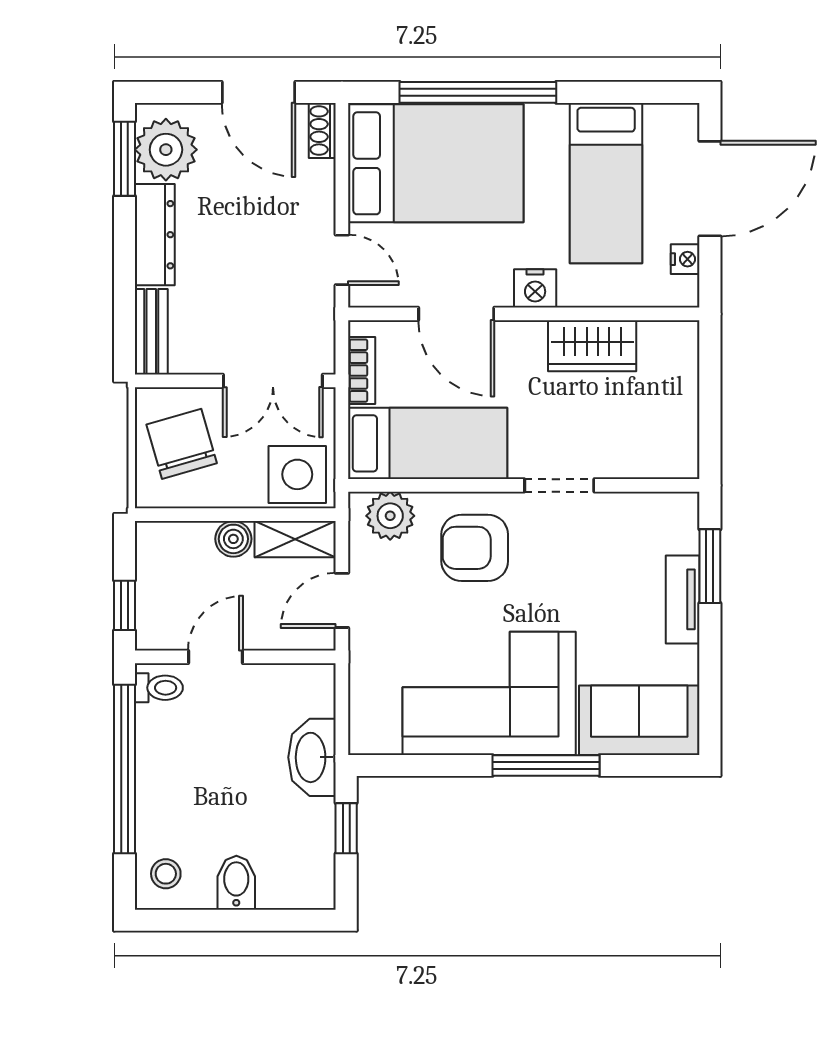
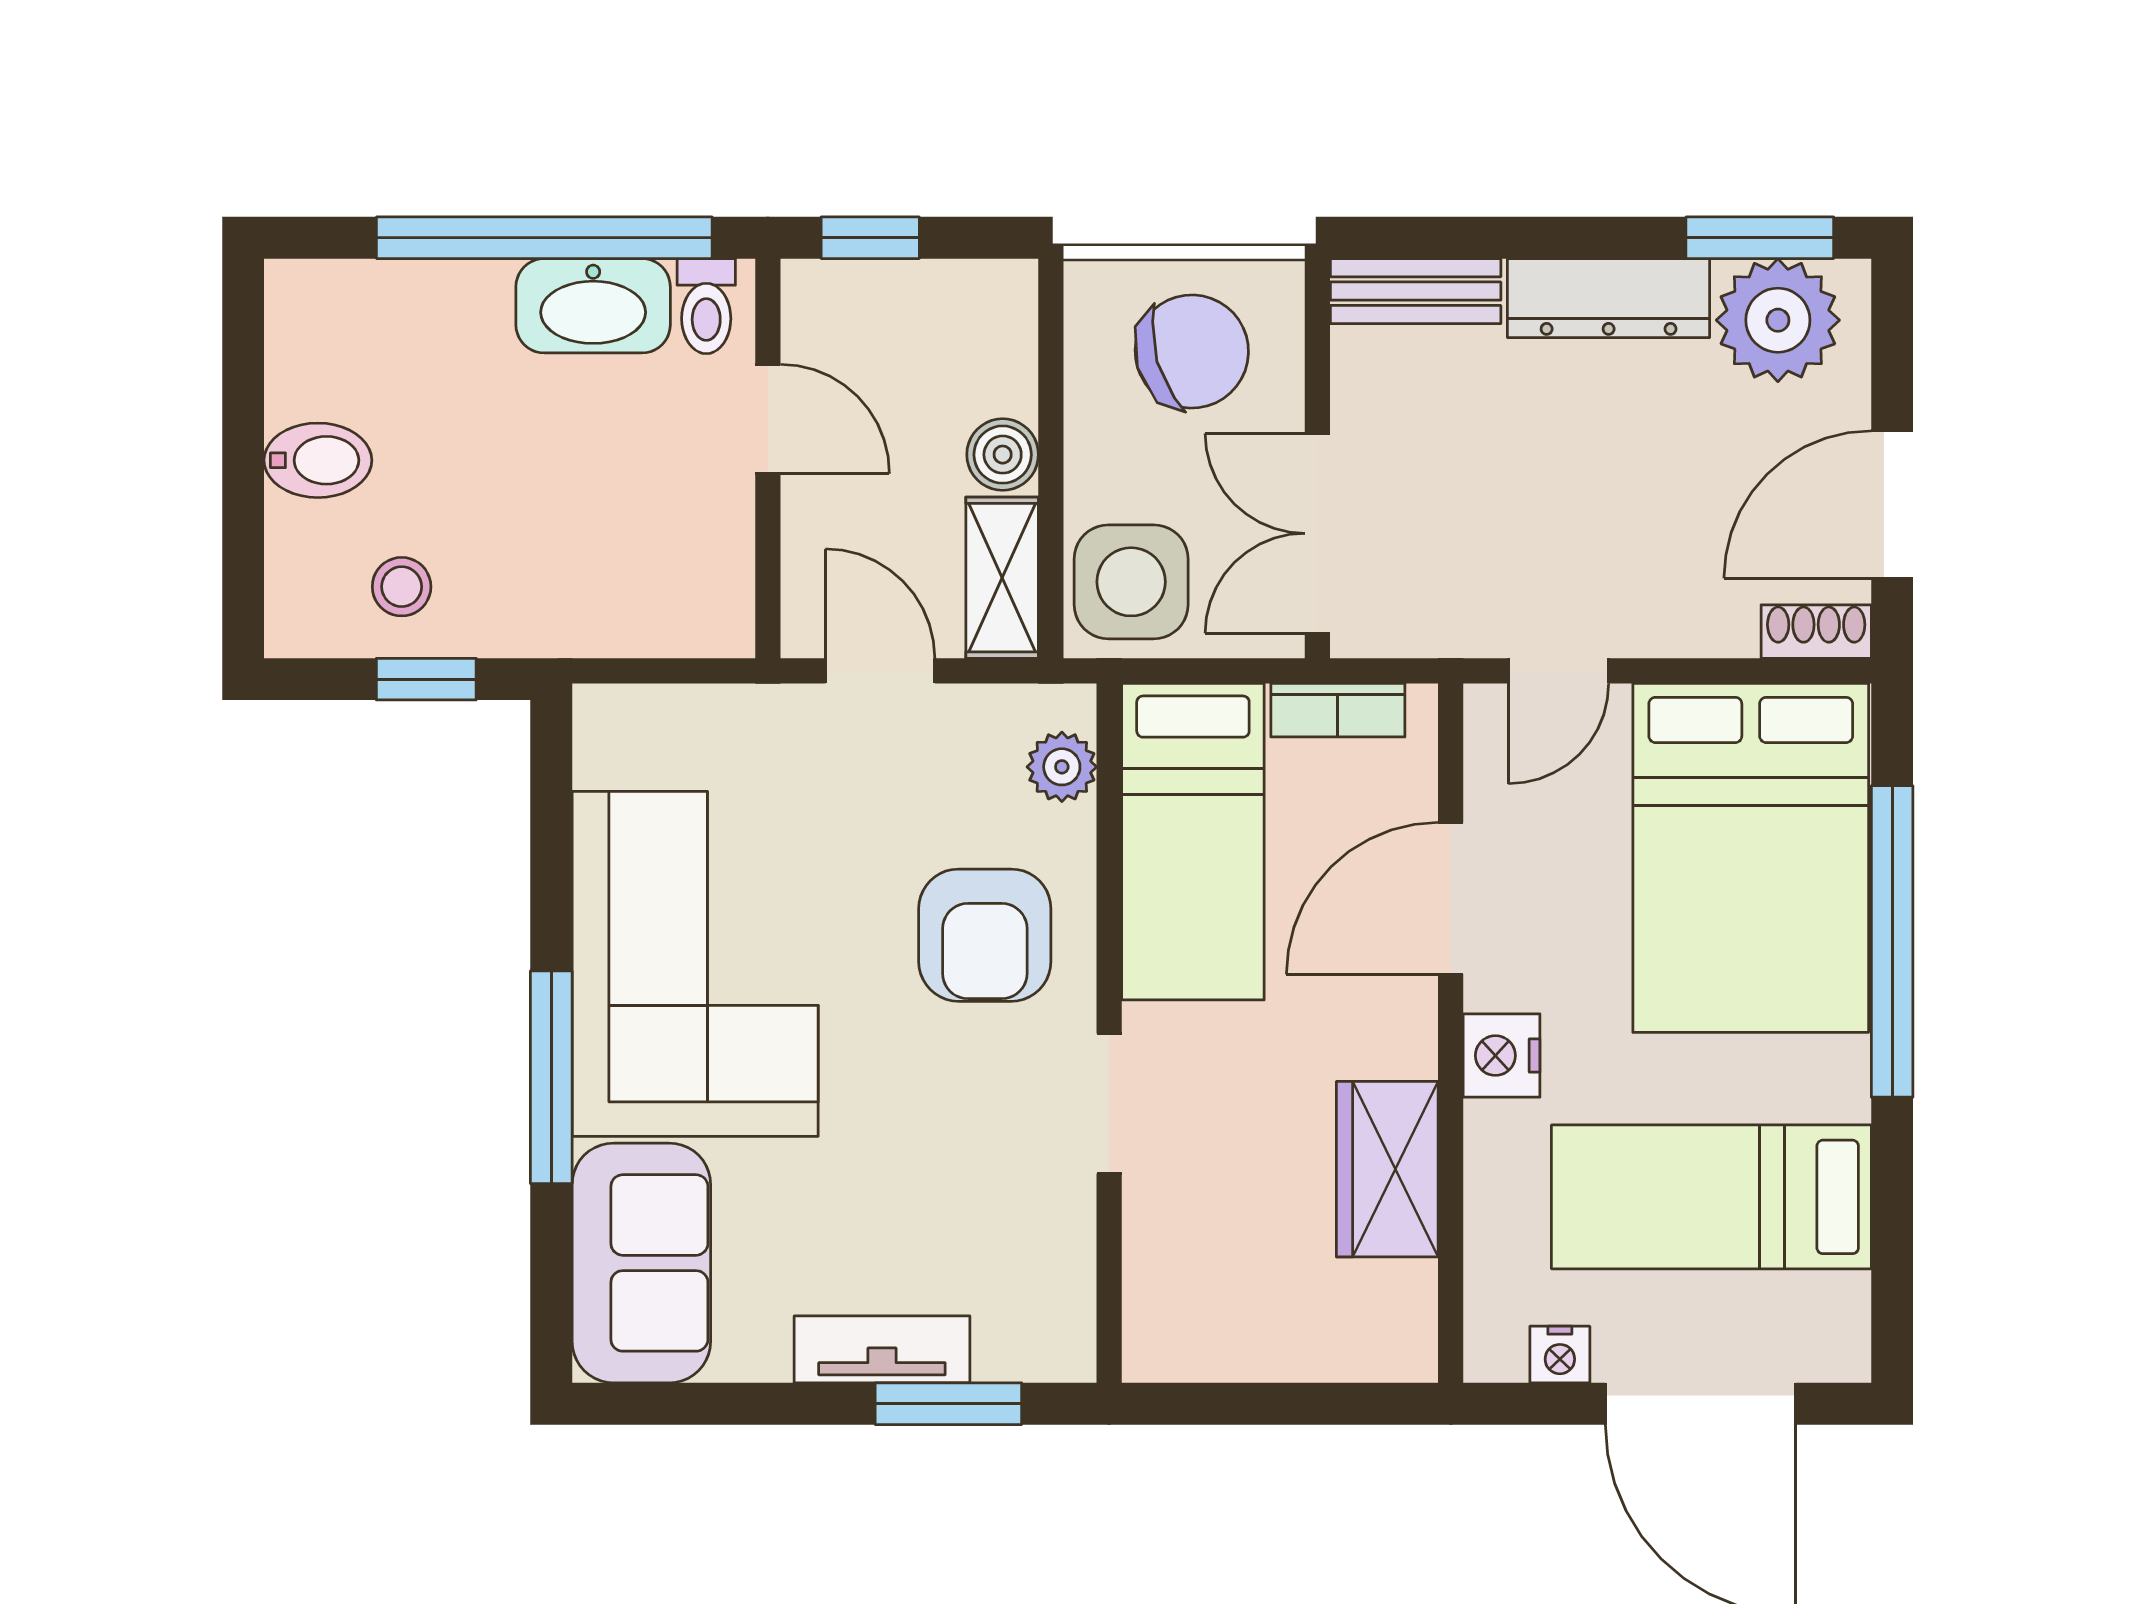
plant: (390, 516) -> (1062, 767), width x0.73, depth x0.73
armchair: (475, 548) -> (985, 935), turned 180
washbasin: (312, 757) -> (593, 306), moved, turned 180
stool: (166, 874) -> (402, 587), moved

